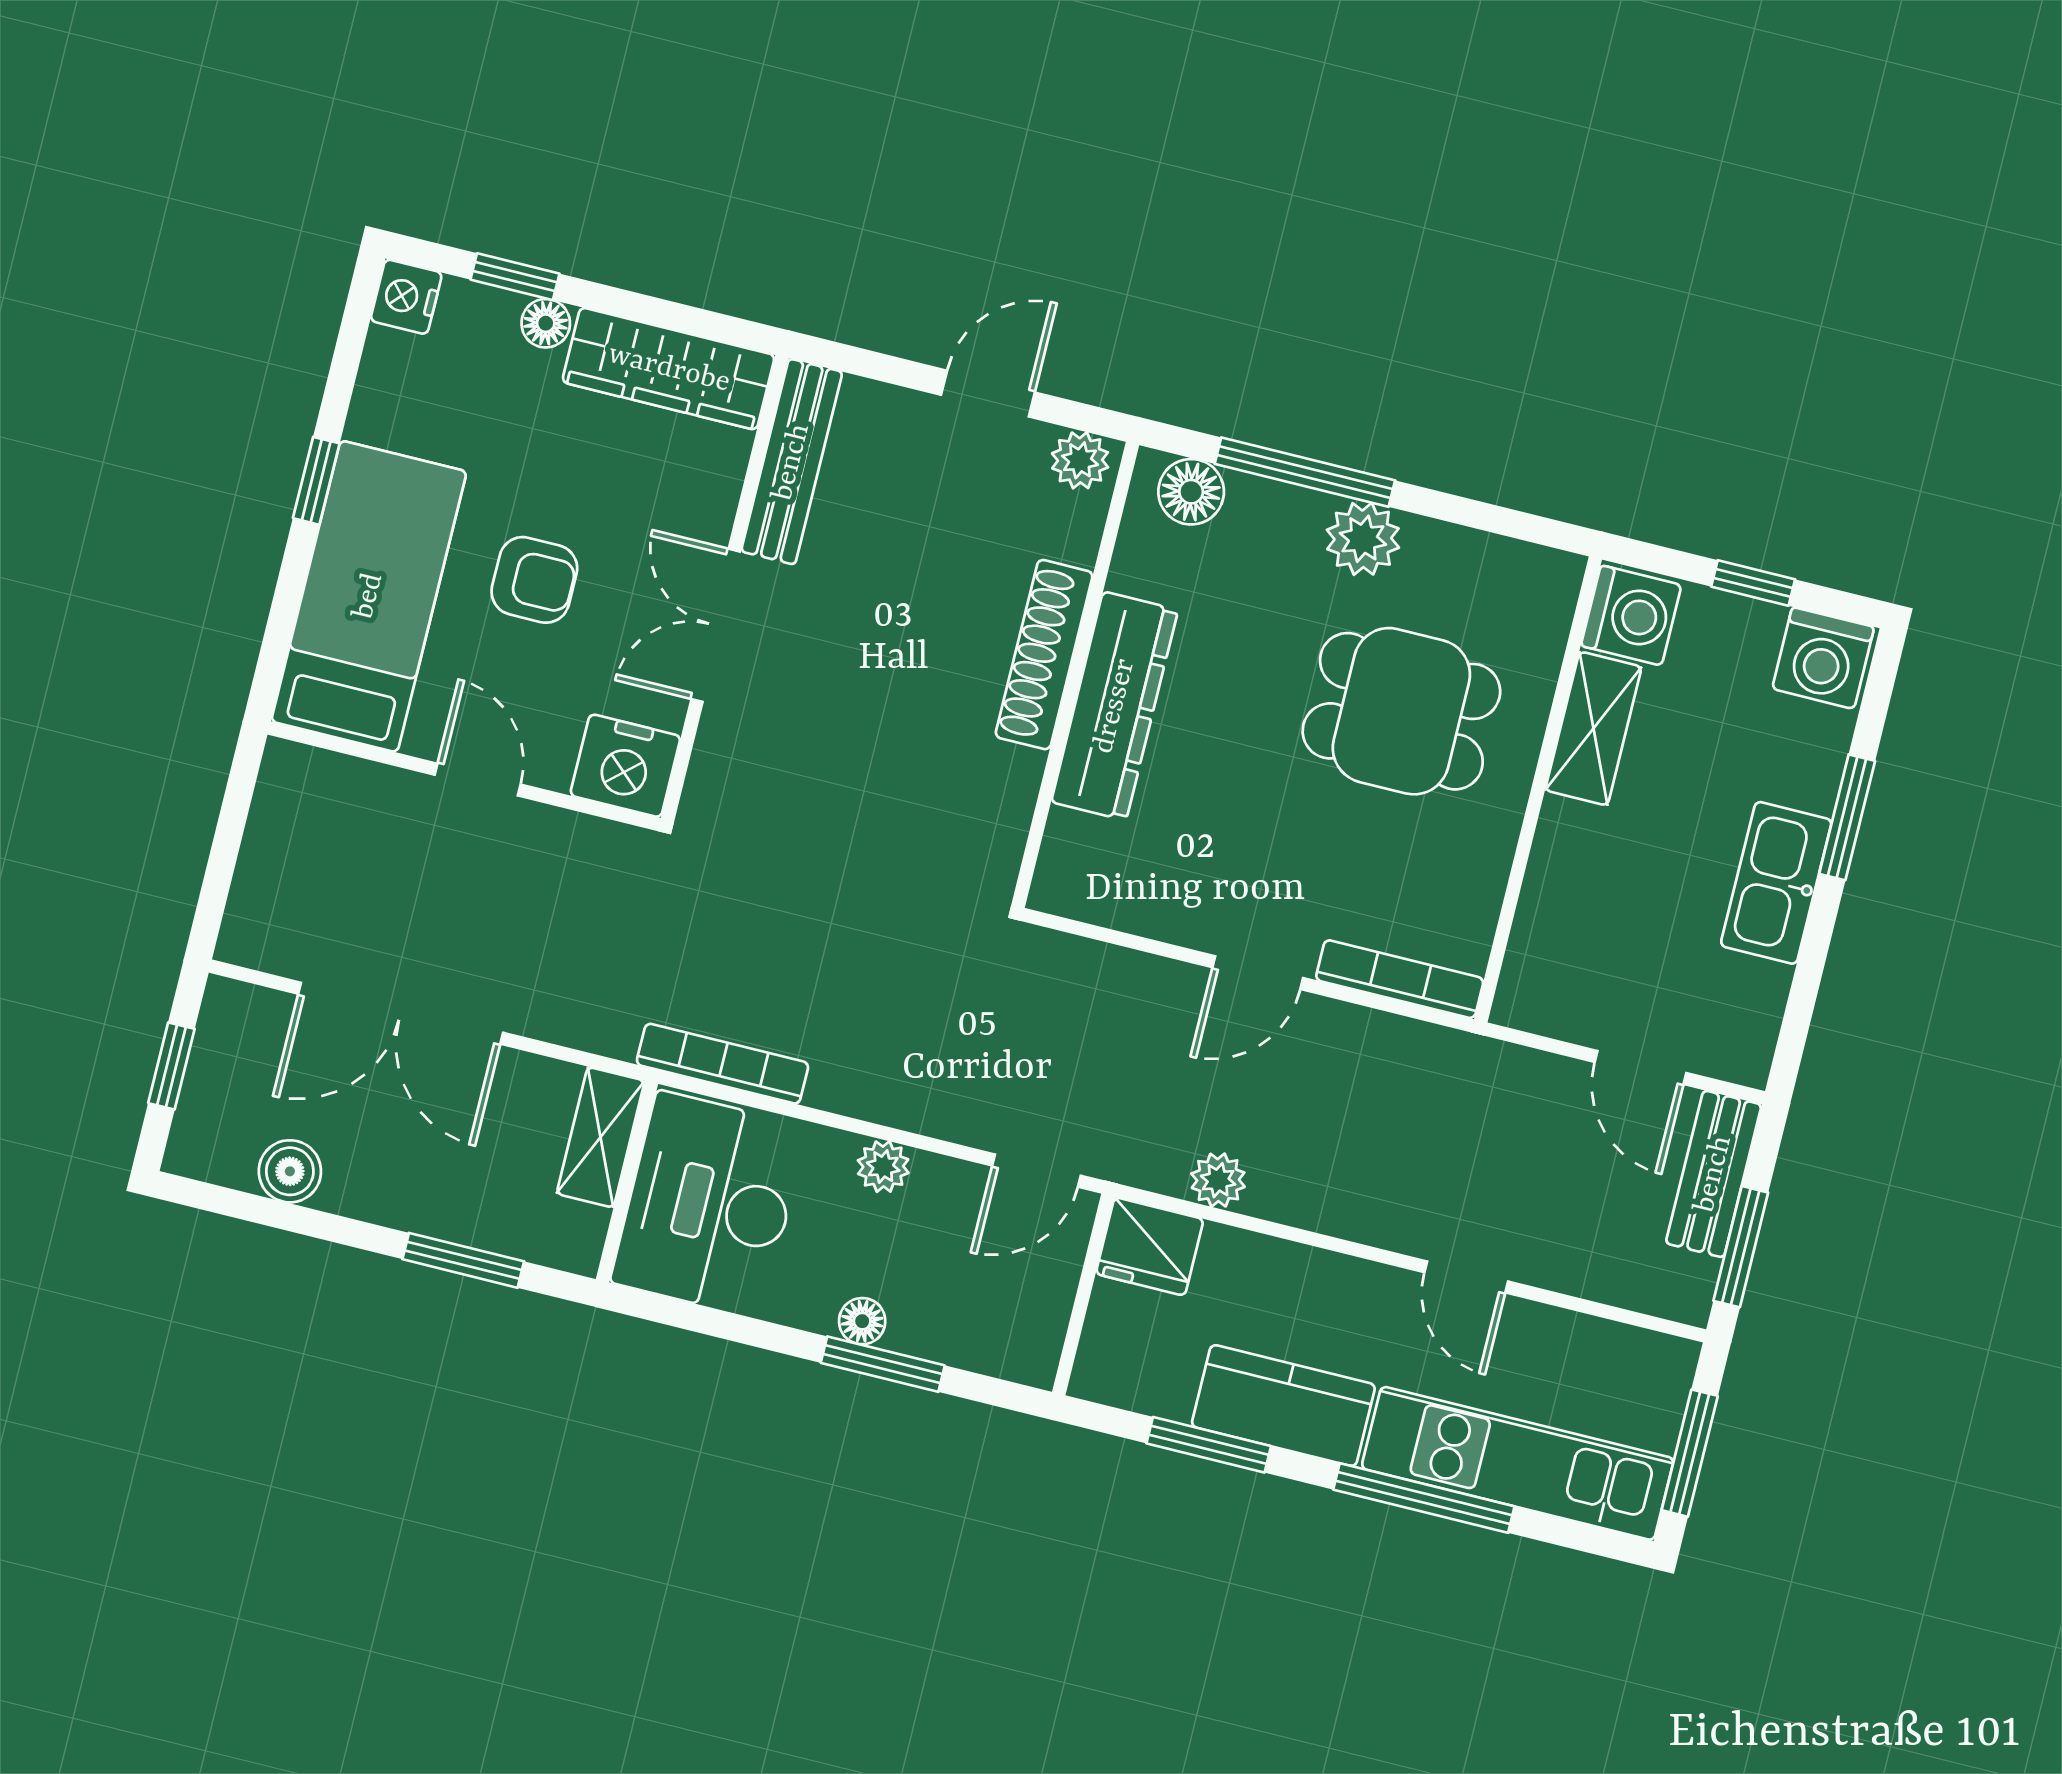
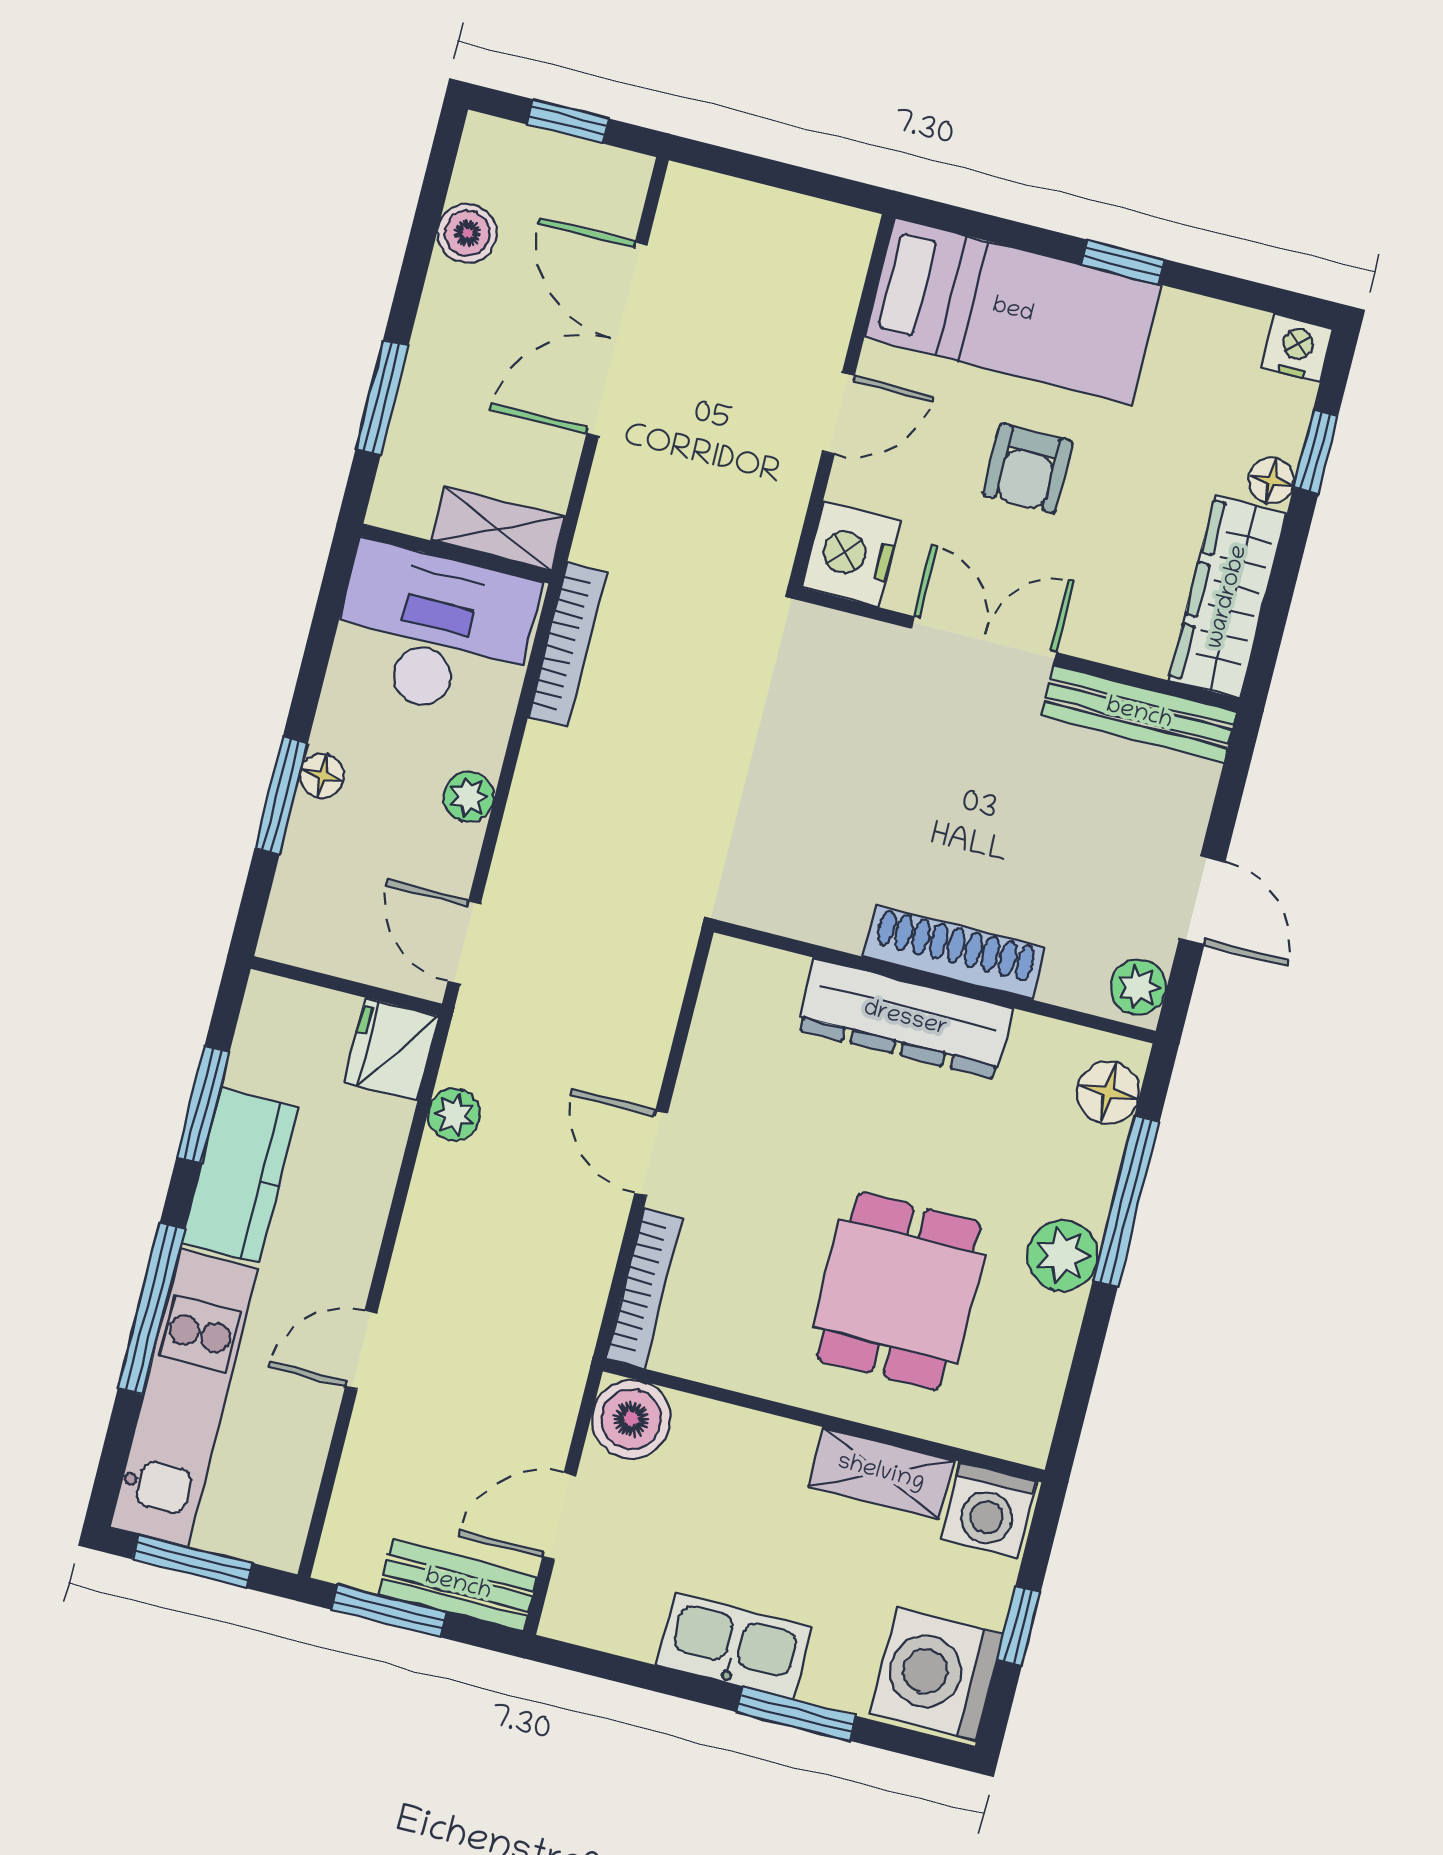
washing machine: (1823, 658) -> (936, 1674), width x1.37, depth x1.37
boiler: (1538, 992) -> (631, 1419), added

